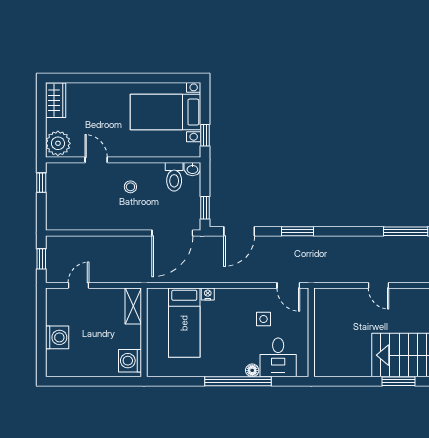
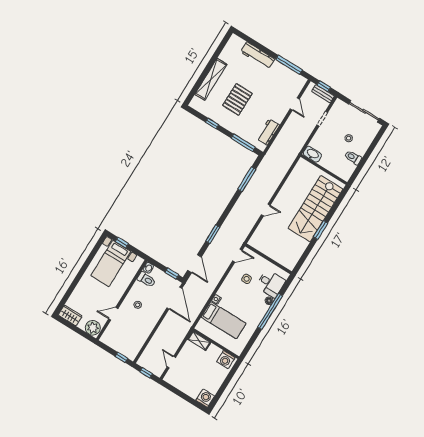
window: (205, 135) -> (122, 243), moved
window: (41, 183) -> (122, 357), moved
washing machine: (57, 337) -> (205, 398), moved

